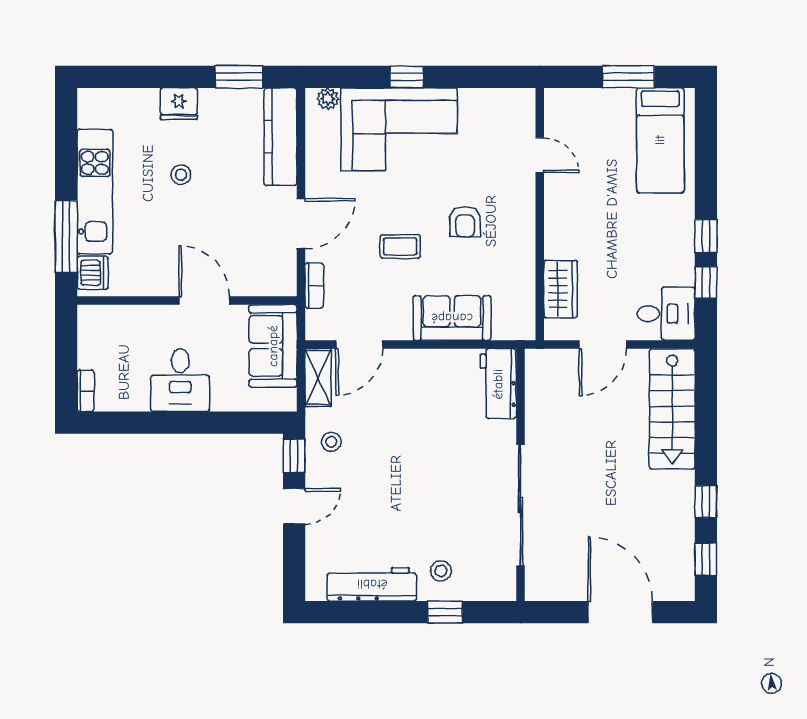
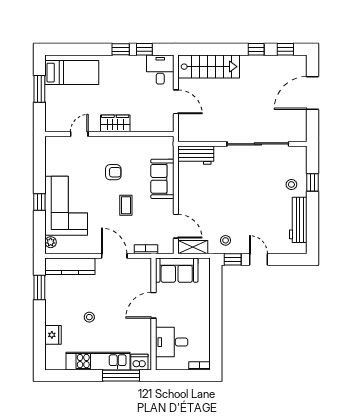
fridge: (179, 104) -> (53, 335), moved
wardrobe: (561, 289) -> (115, 123), moved
desk: (180, 380) -> (172, 342), moved, turned 180

